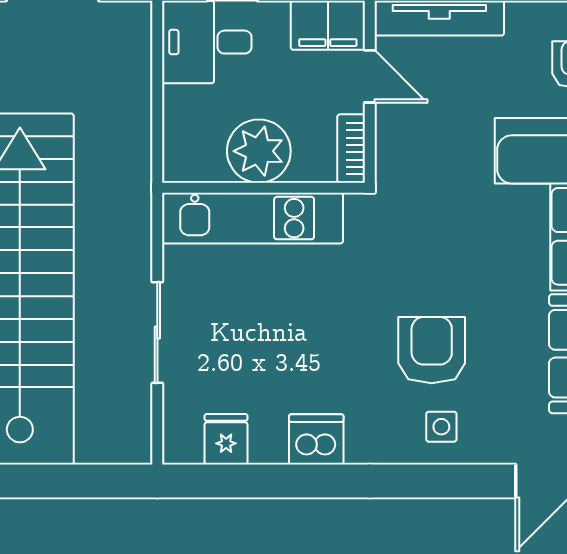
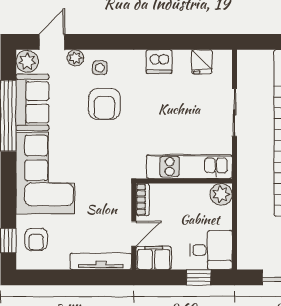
door: (370, 76) -> (134, 234), swing flipped
plant: (259, 151) -> (221, 194), moved, width x0.73, depth x0.73
plant: (493, 447) -> (75, 58), added

